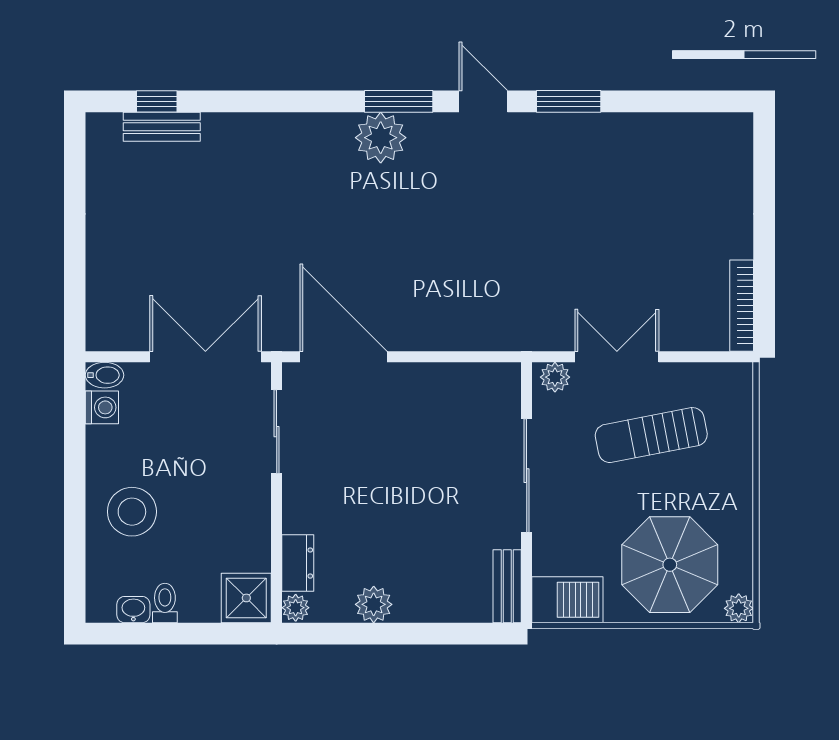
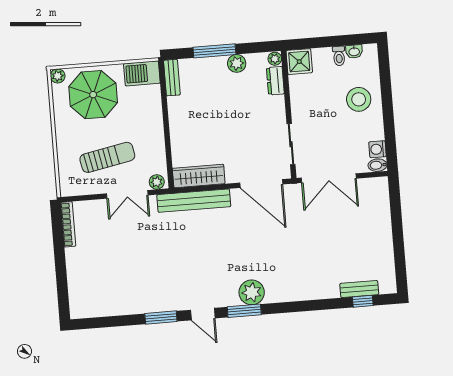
bench: (483, 333) -> (194, 201), added
wardrobe: (469, 382) -> (199, 176), added
sliding door: (527, 476) -> (167, 133), removed
window: (417, 634) -> (214, 51), added

